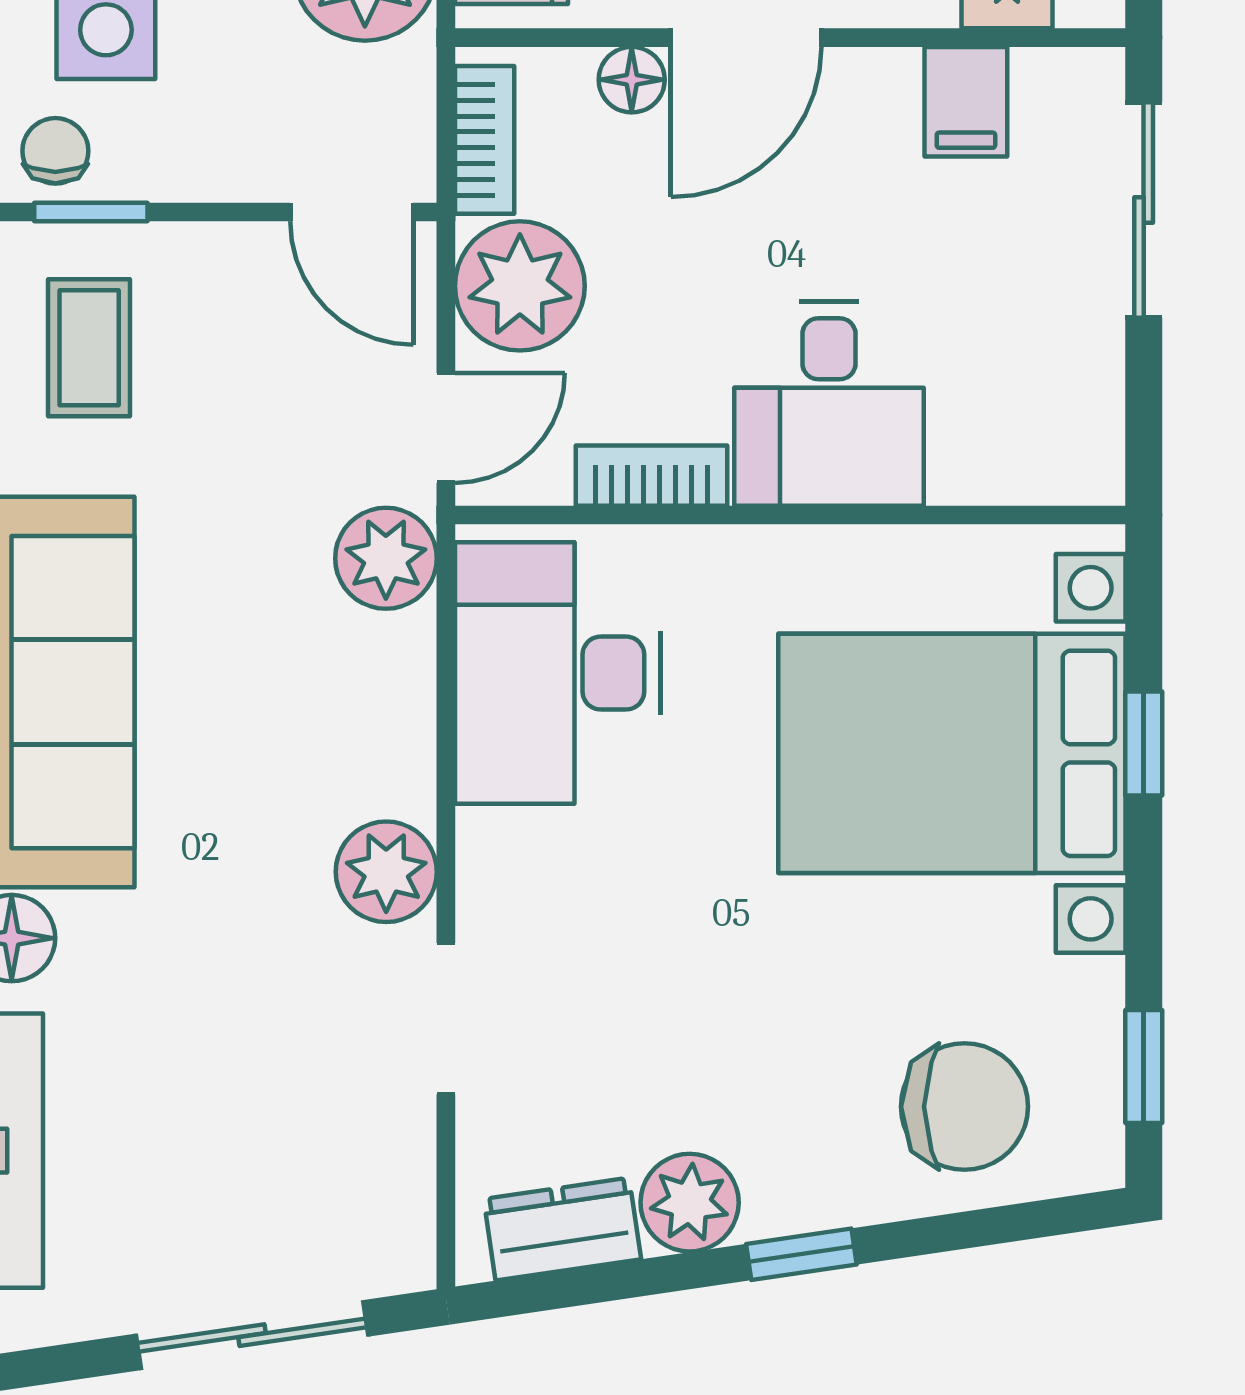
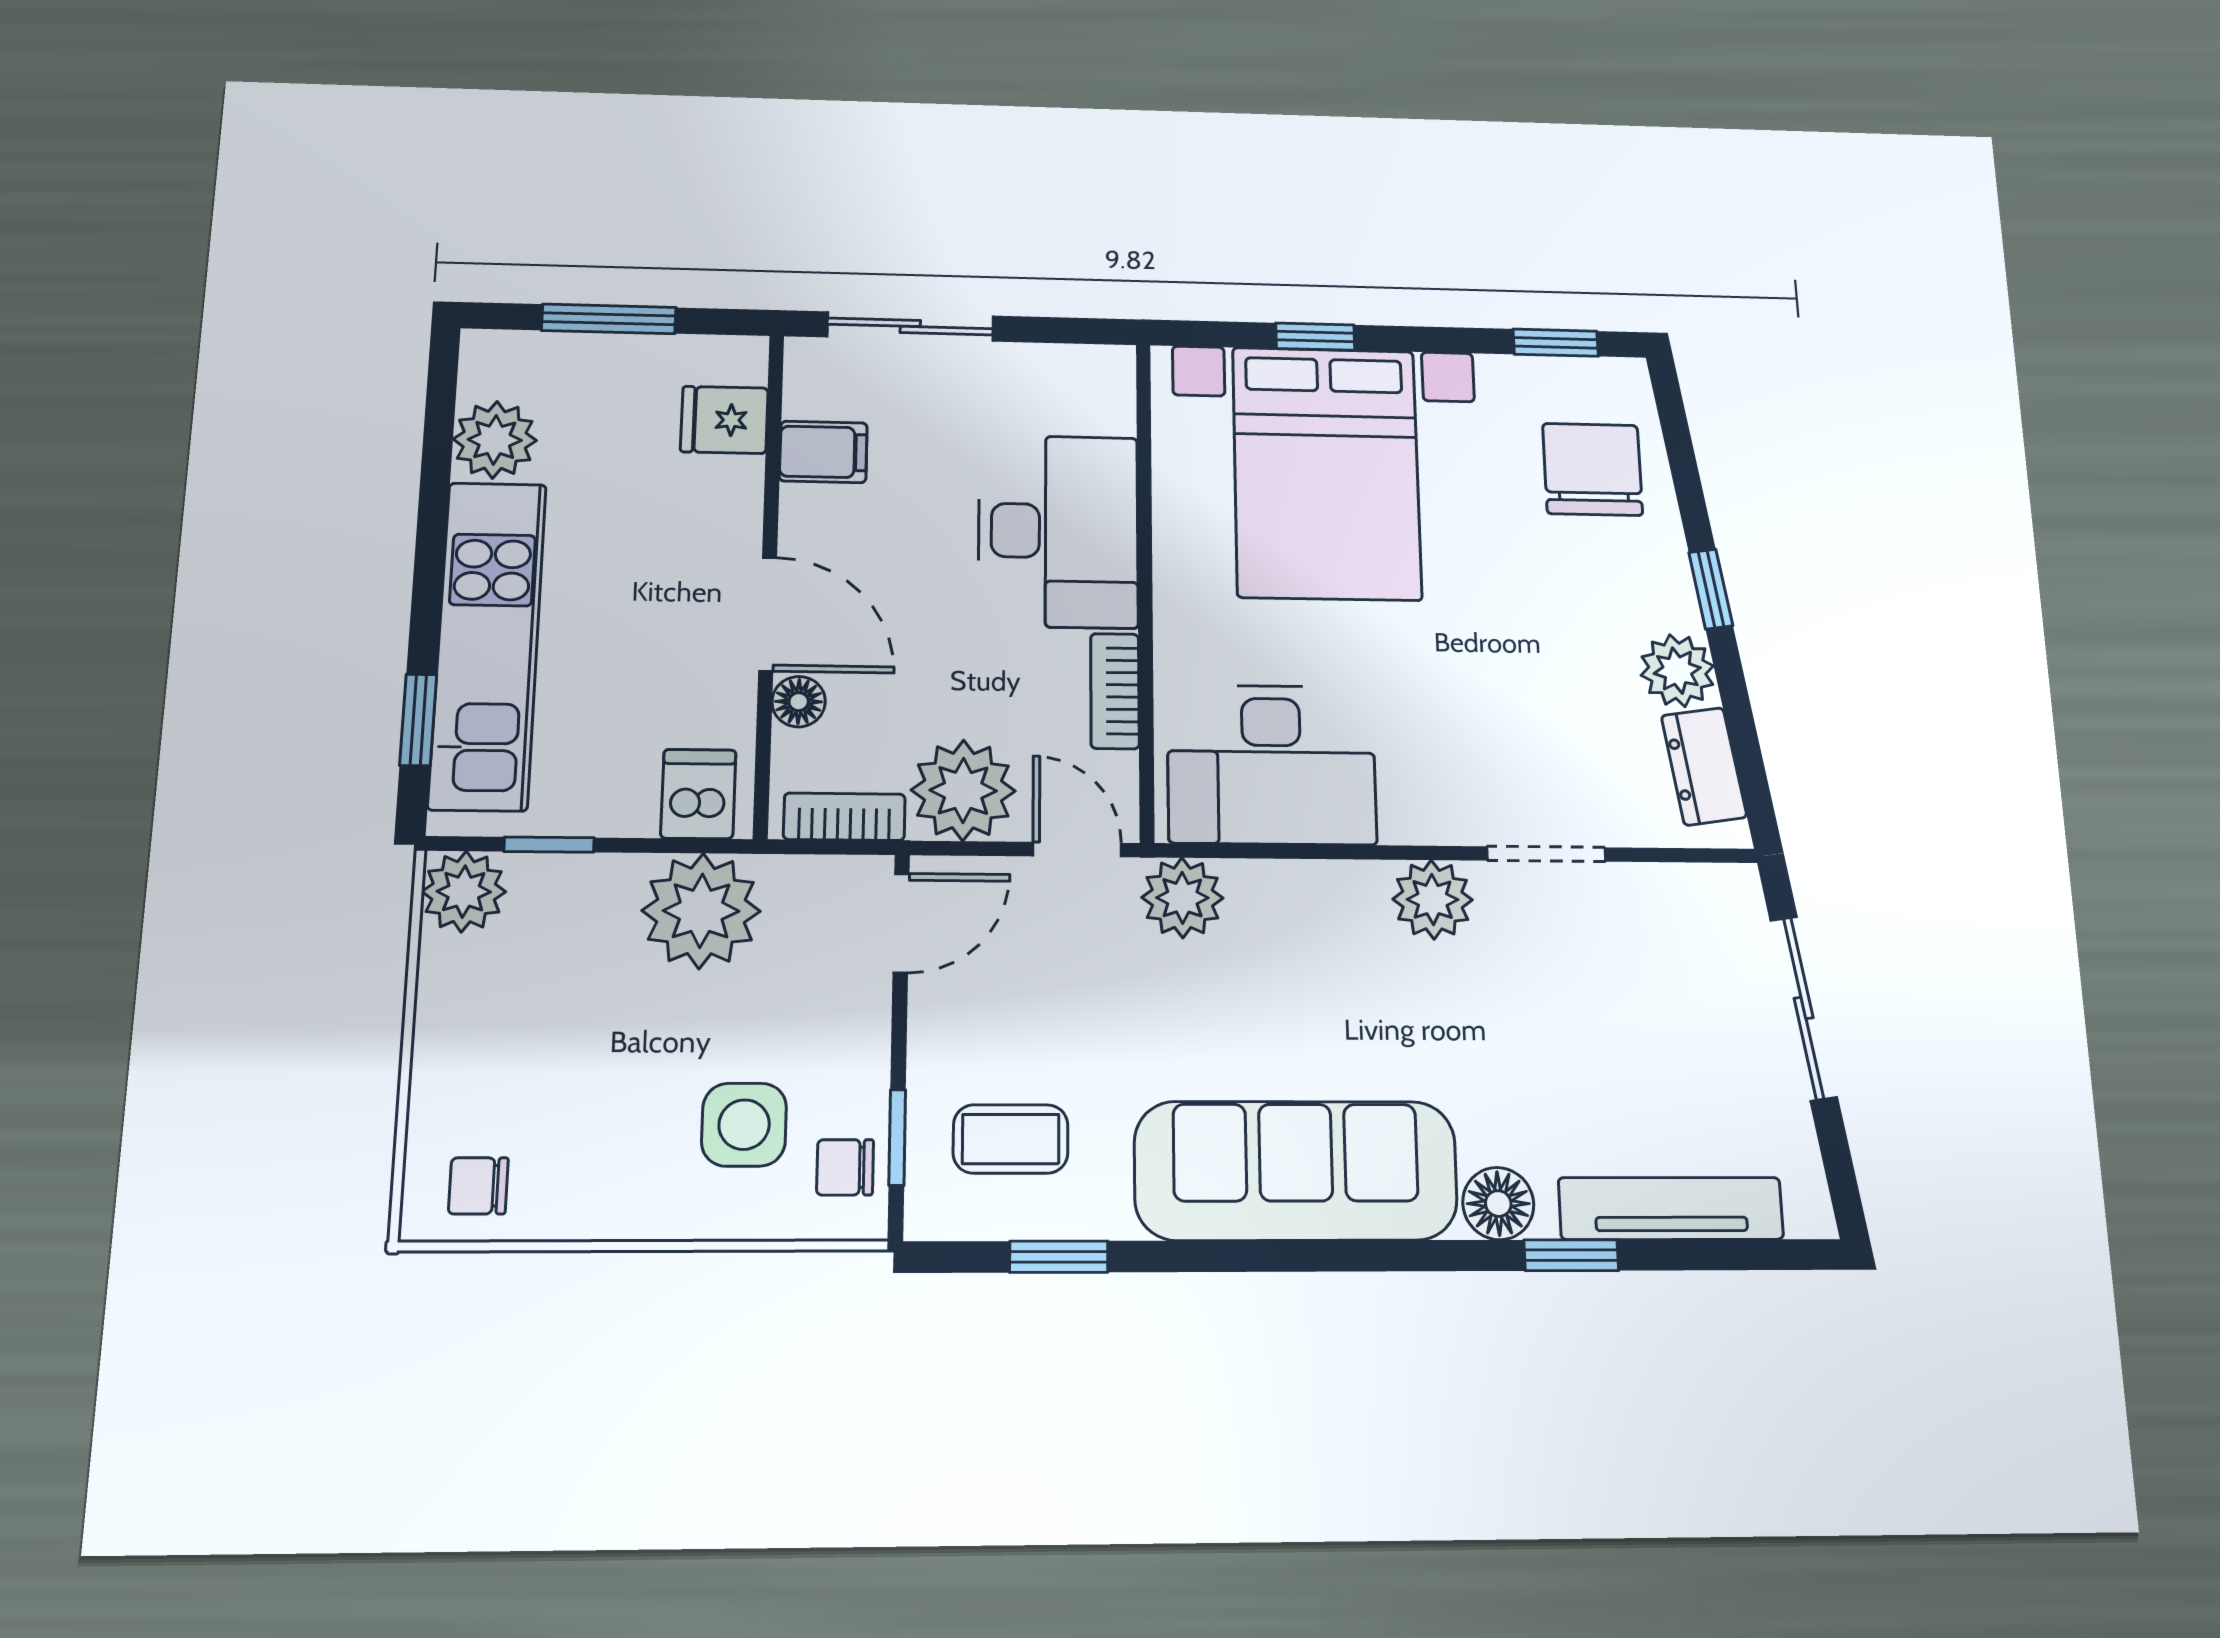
desk: (829, 404) -> (1058, 531), width x1.37

